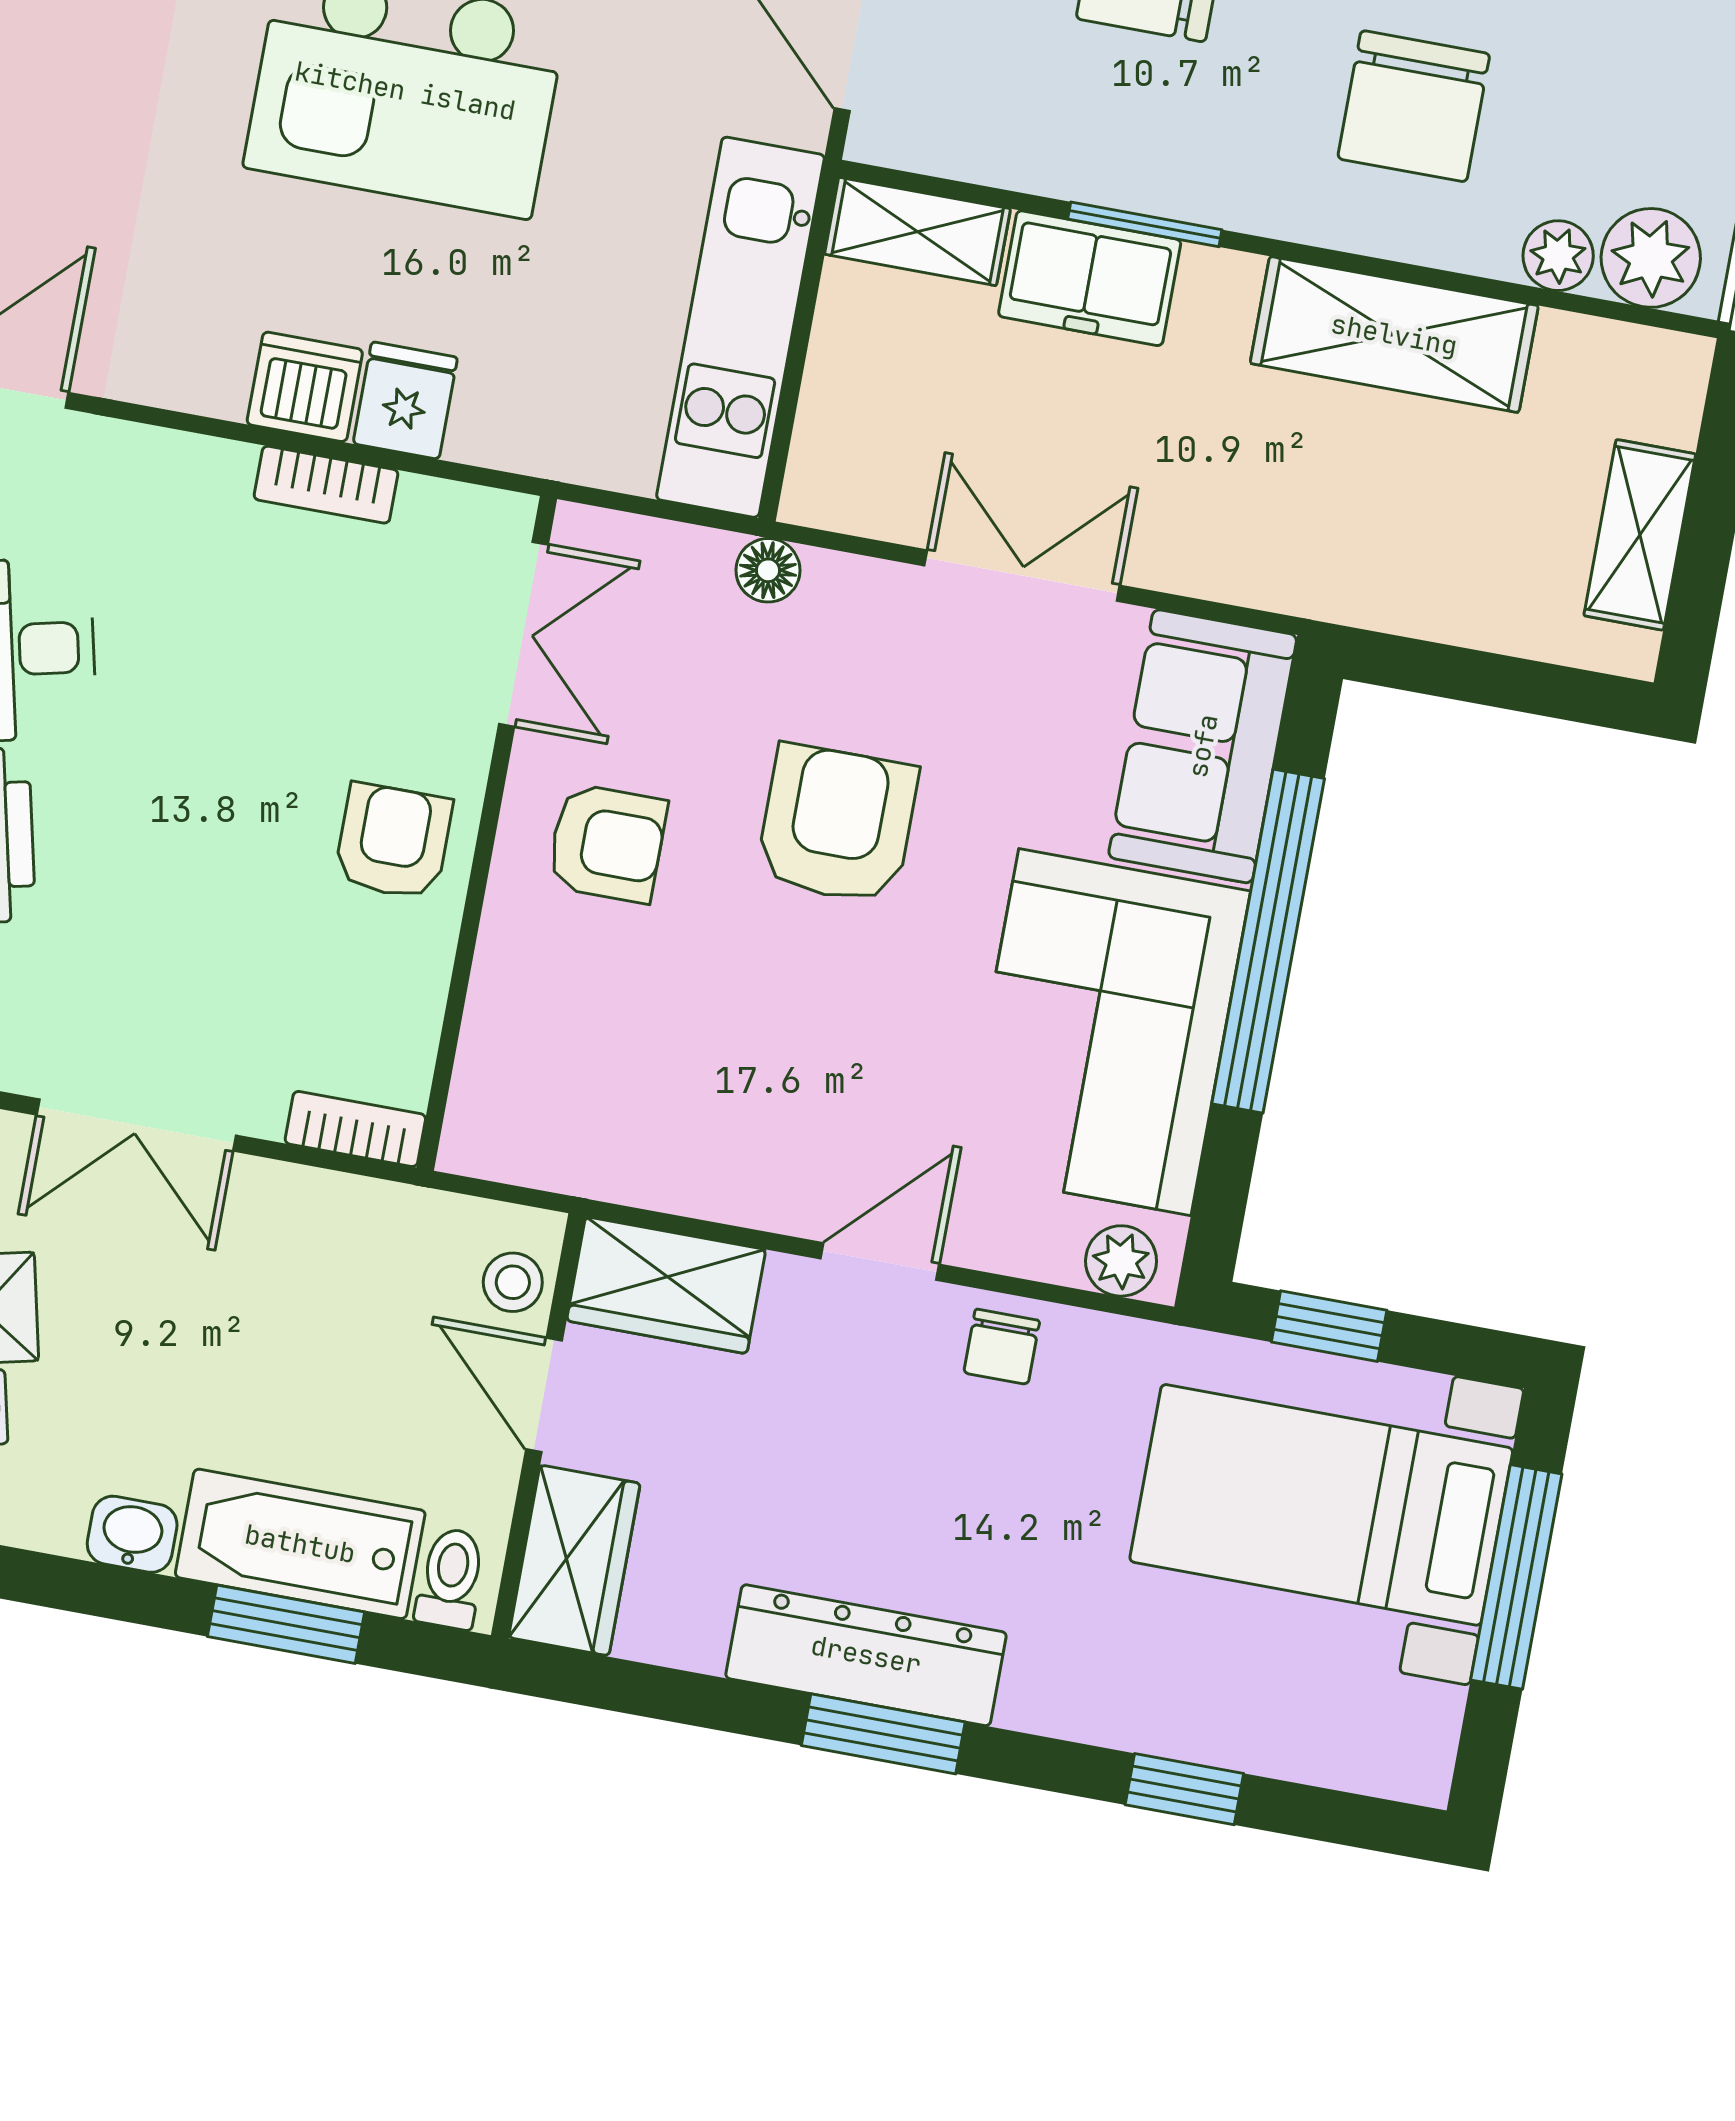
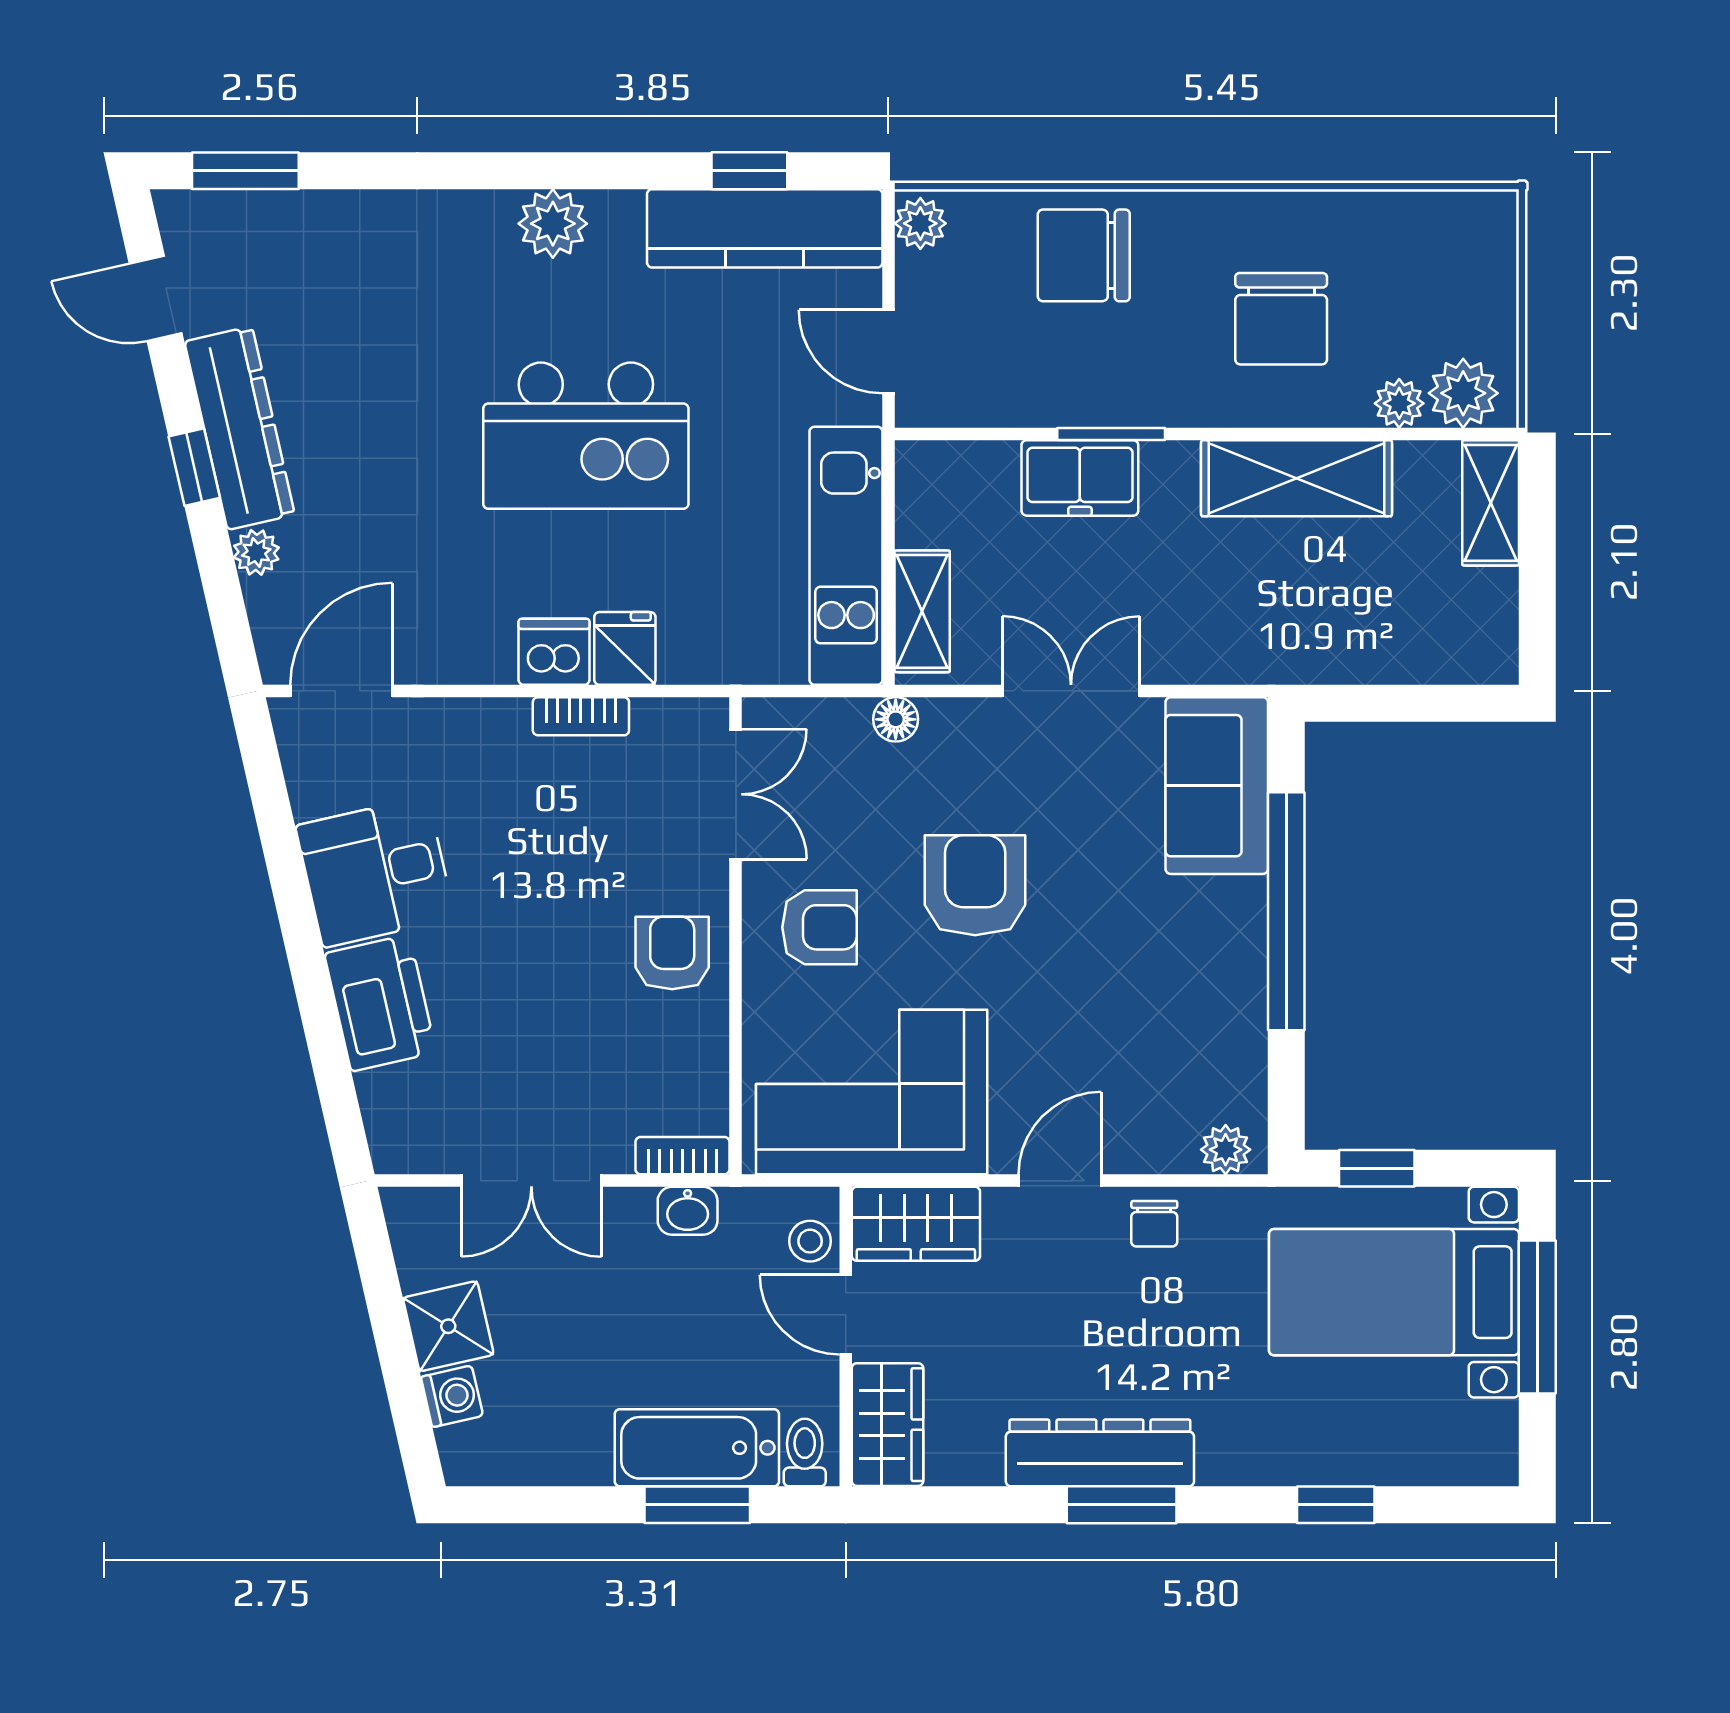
shelving: (918, 231) -> (922, 611), moved, turned 90
shelving: (1640, 535) -> (1491, 503), moved
corner sofa: (1105, 1032) -> (872, 1092), moved, turned 90
washbasin: (132, 1534) -> (688, 1211), moved, turned 180

